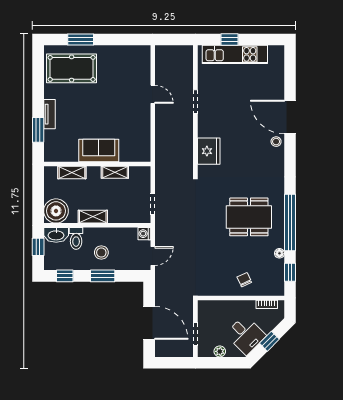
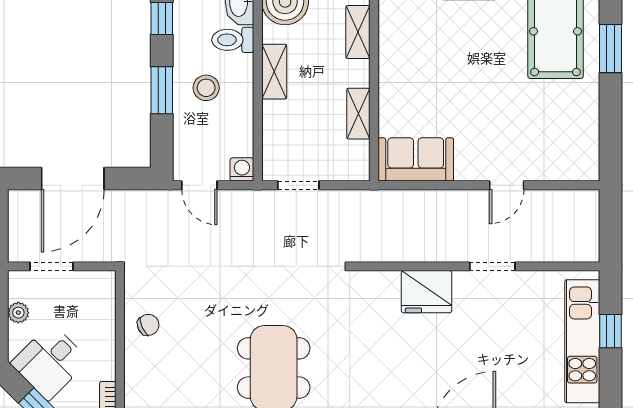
sofa: (99, 150) -> (416, 159), moved, turned -90
fridge: (209, 151) -> (427, 292), moved
chair: (244, 280) -> (148, 325), moved

